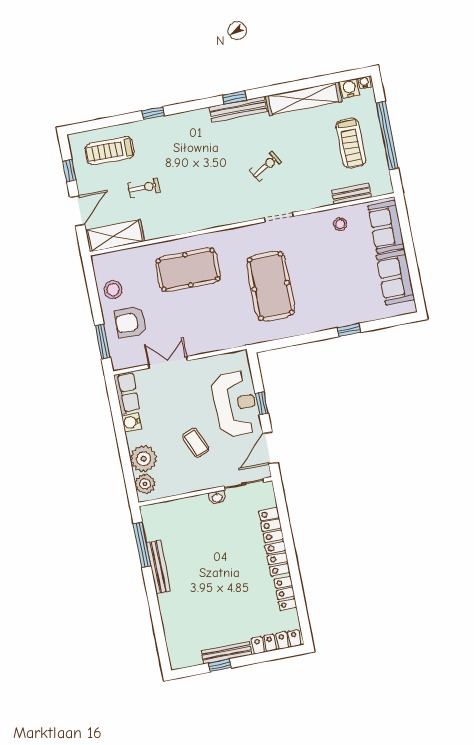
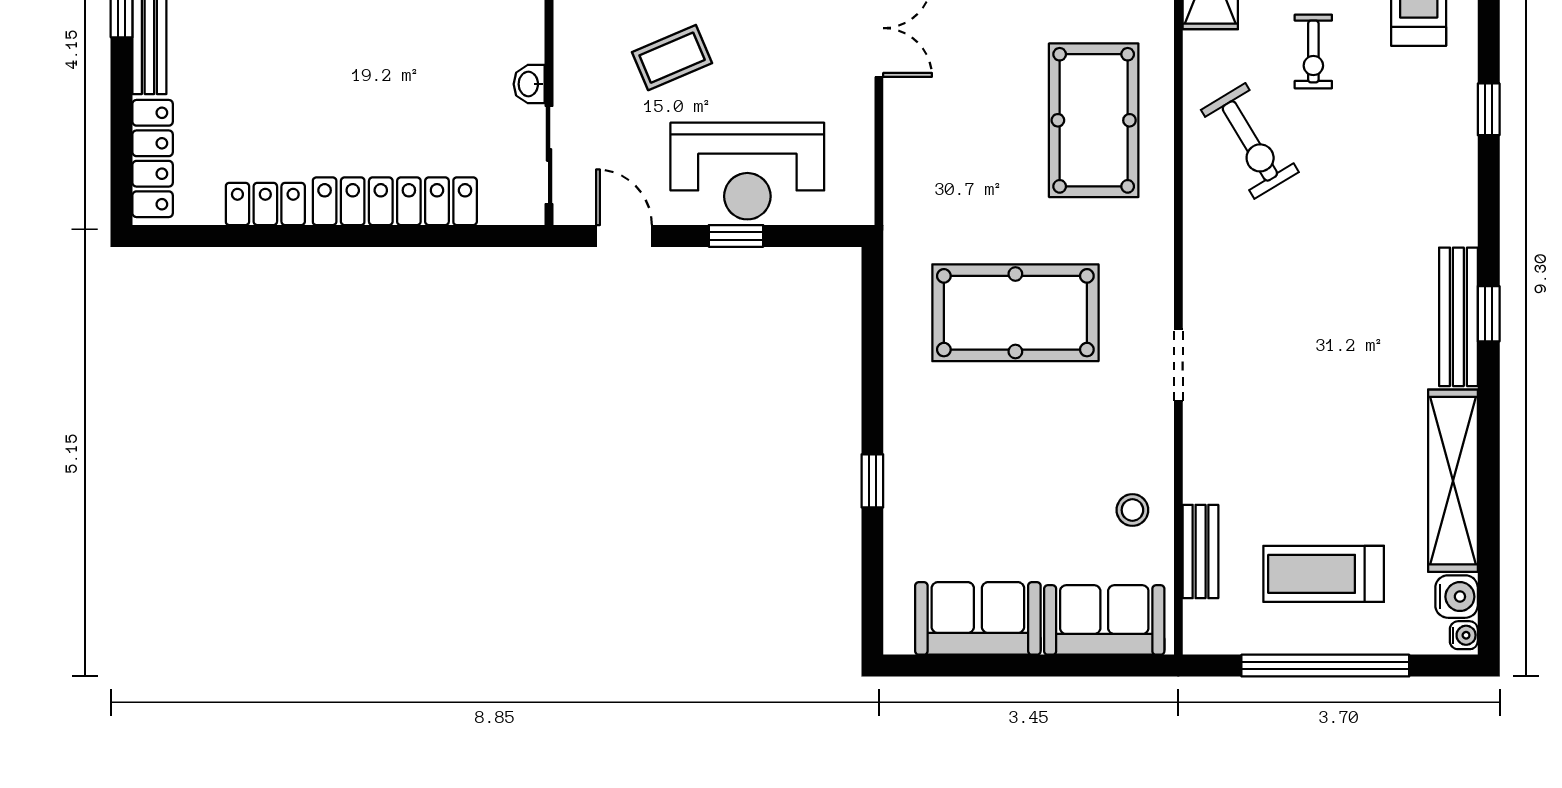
exercise bike: (266, 166) -> (1250, 141), moved, width x1.38, depth x1.39
door: (270, 448) -> (624, 236), width x0.73

